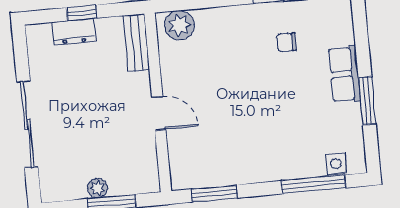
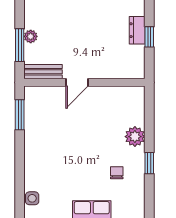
plant: (179, 25) -> (135, 137), moved
bench: (136, 43) -> (43, 72), moved
window: (313, 184) -> (20, 182), removed

